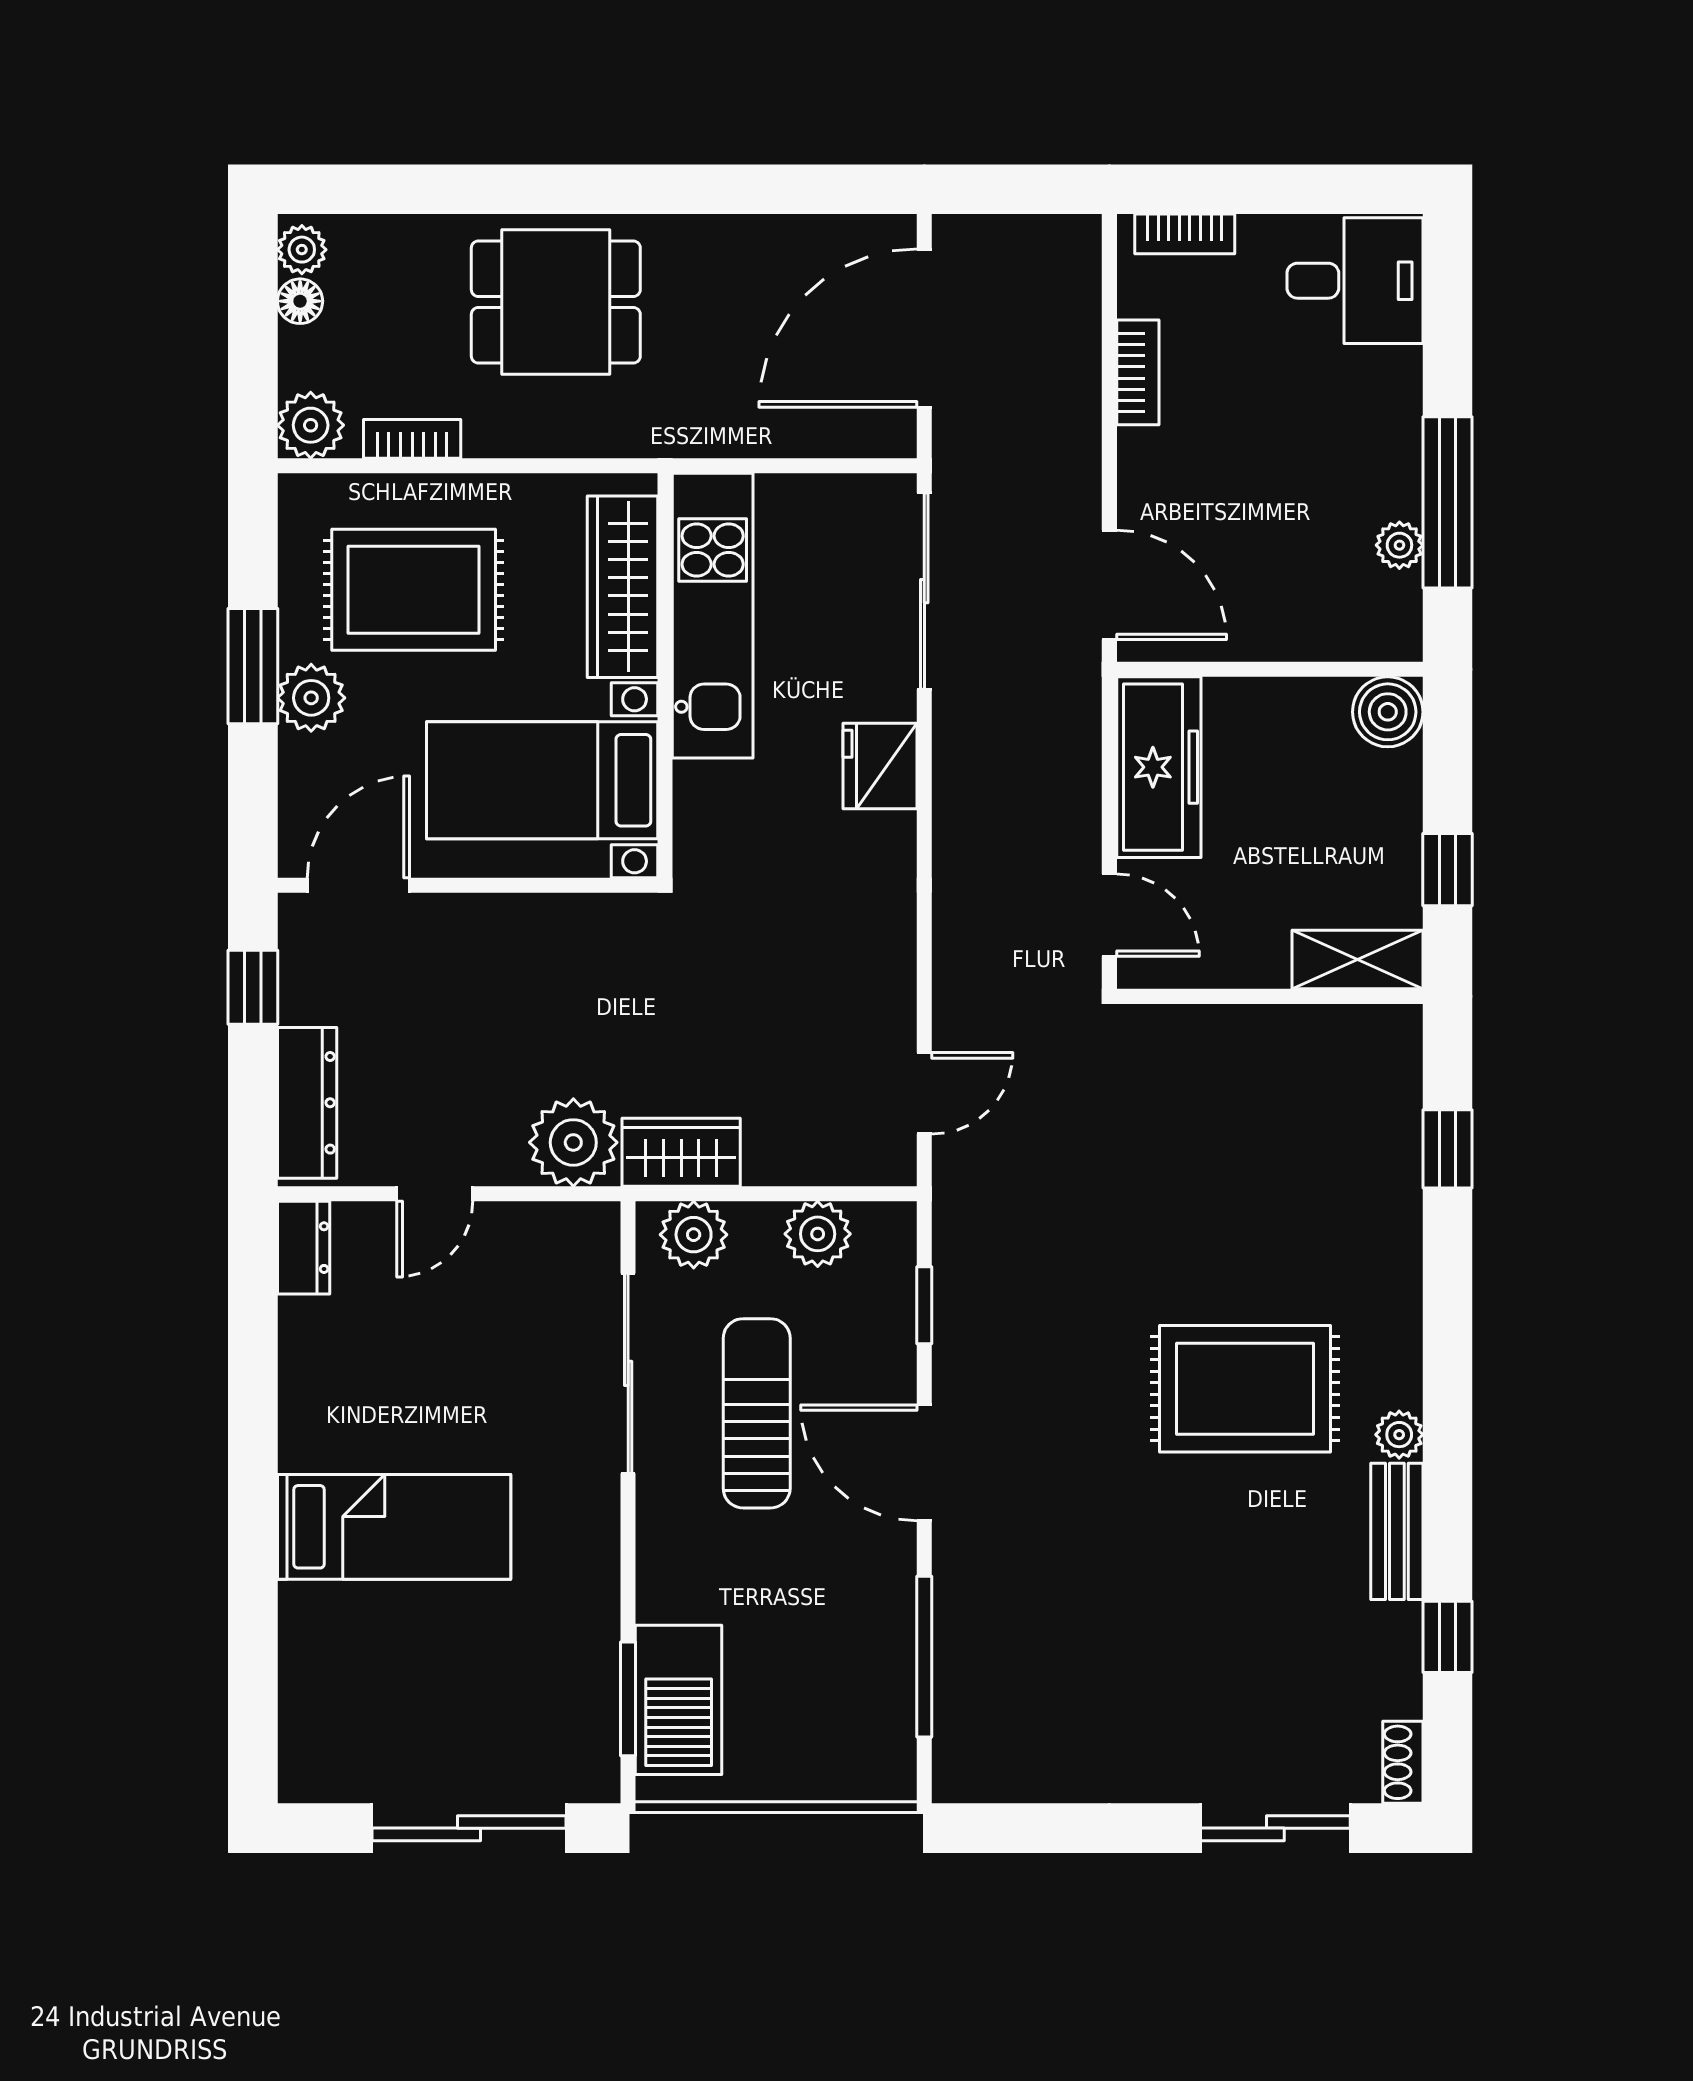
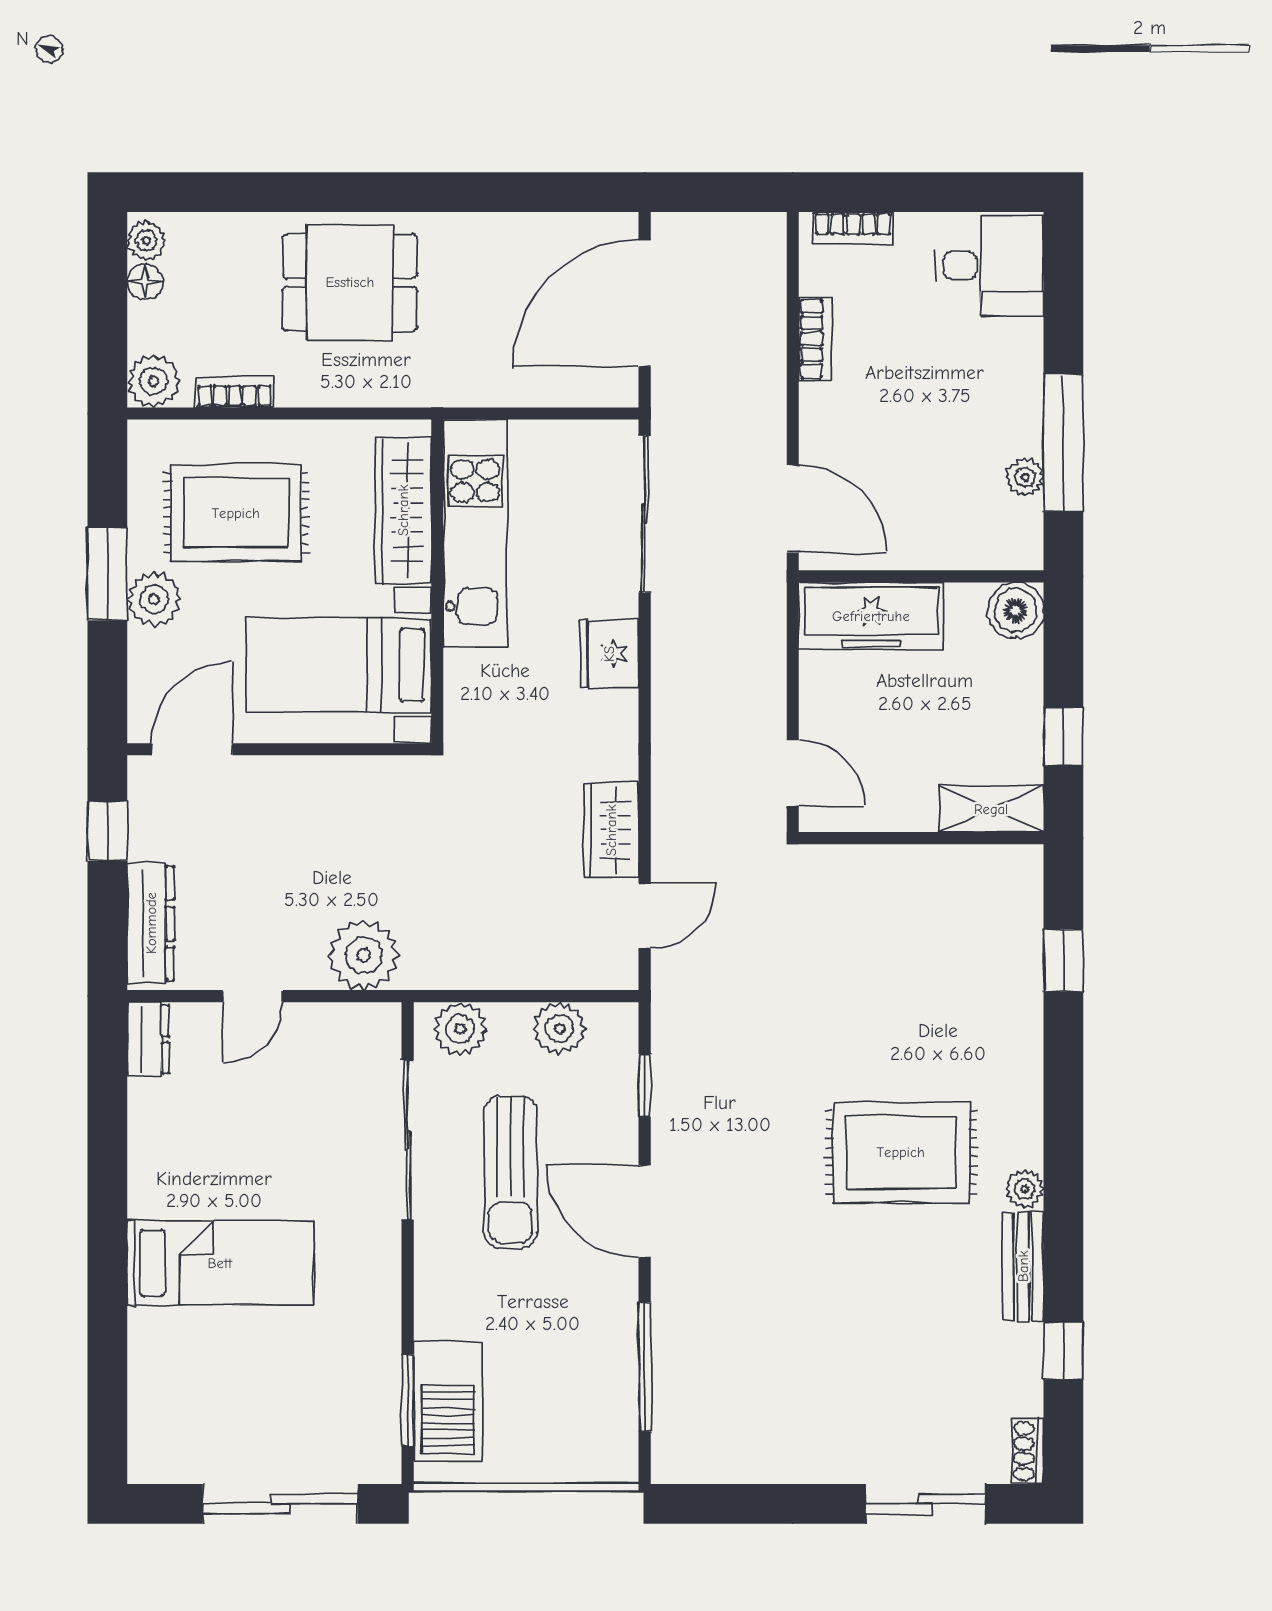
freezer: (1159, 767) -> (871, 616), moved, turned 90
wardrobe: (681, 1152) -> (611, 830), moved, turned -90
sun lounger: (757, 1413) -> (511, 1172), turned 180

